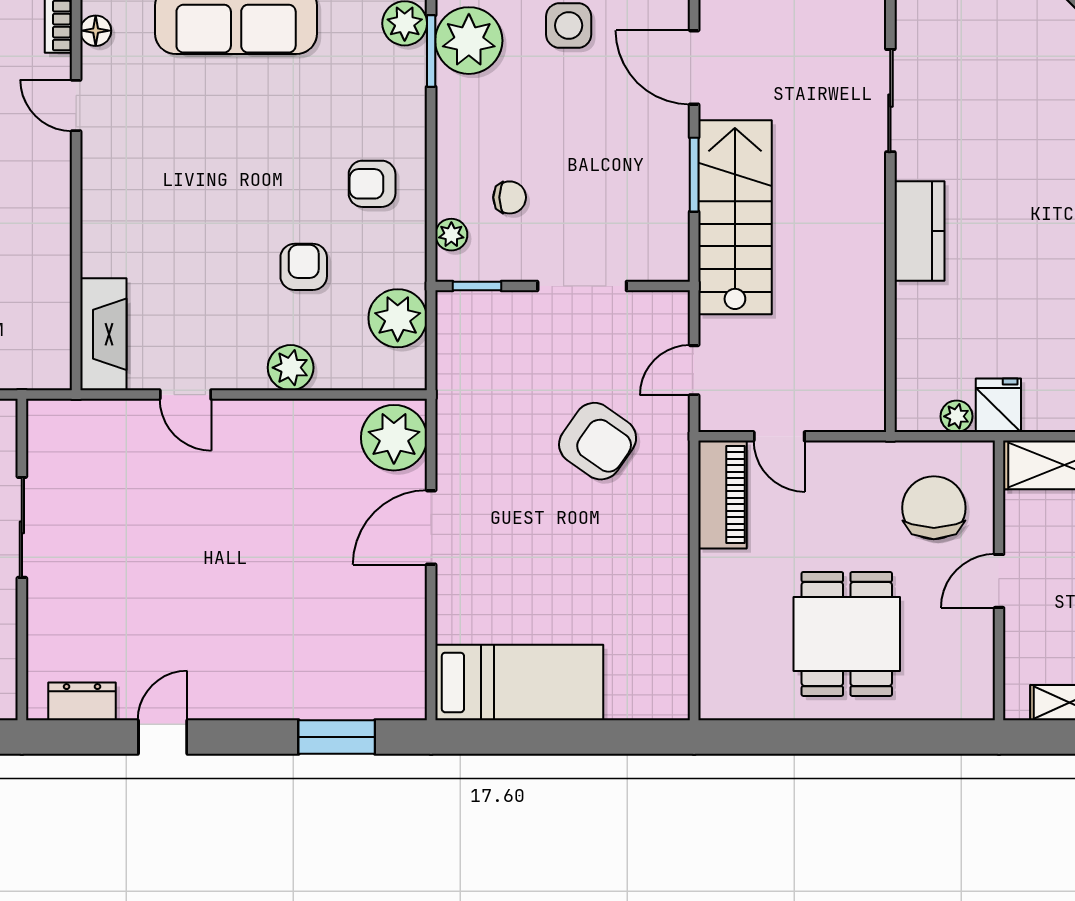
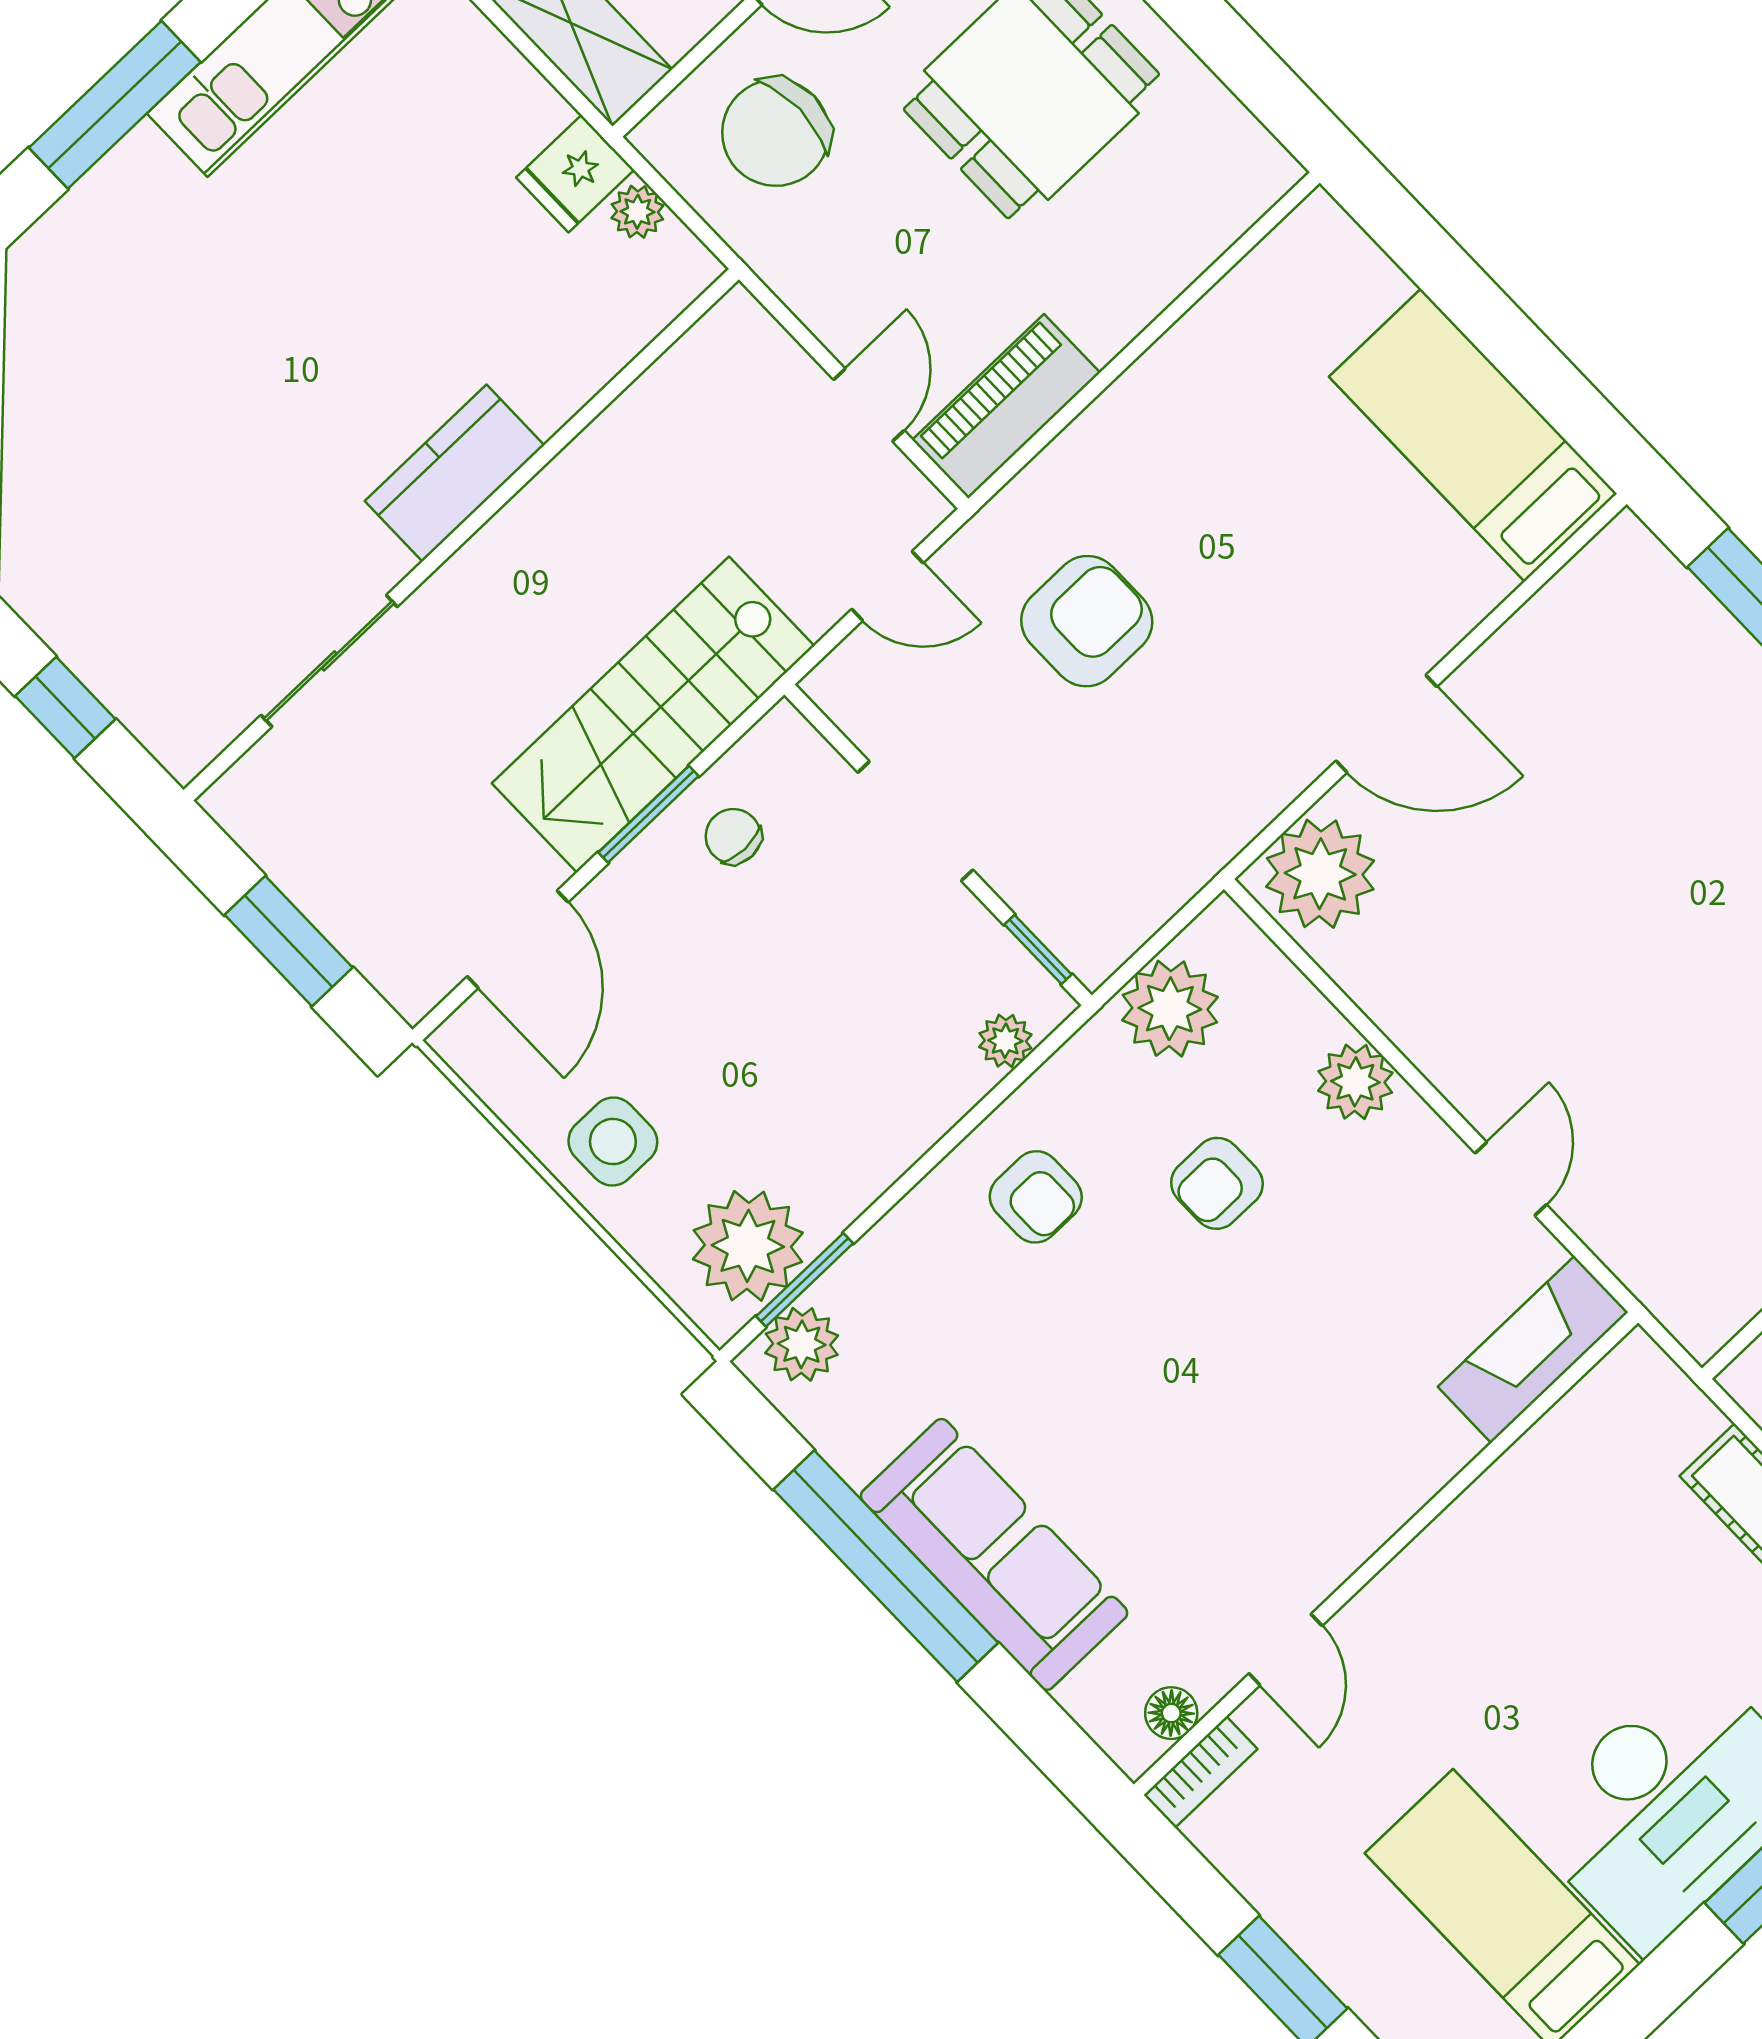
chair: (510, 197) -> (733, 836), moved
armchair: (598, 441) -> (1087, 621), turned 55

